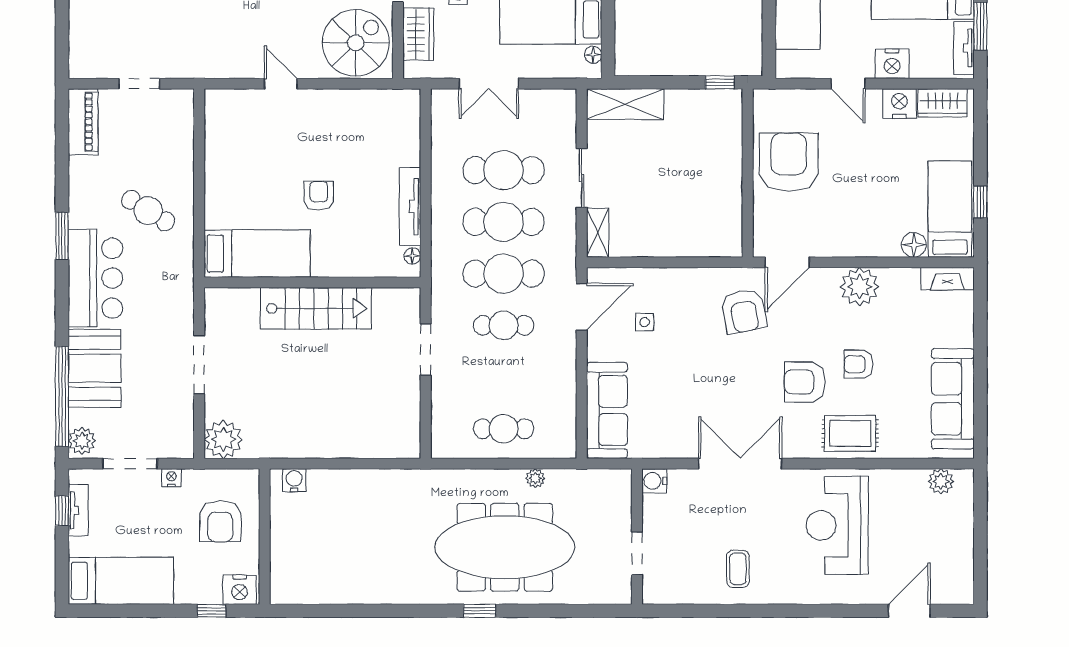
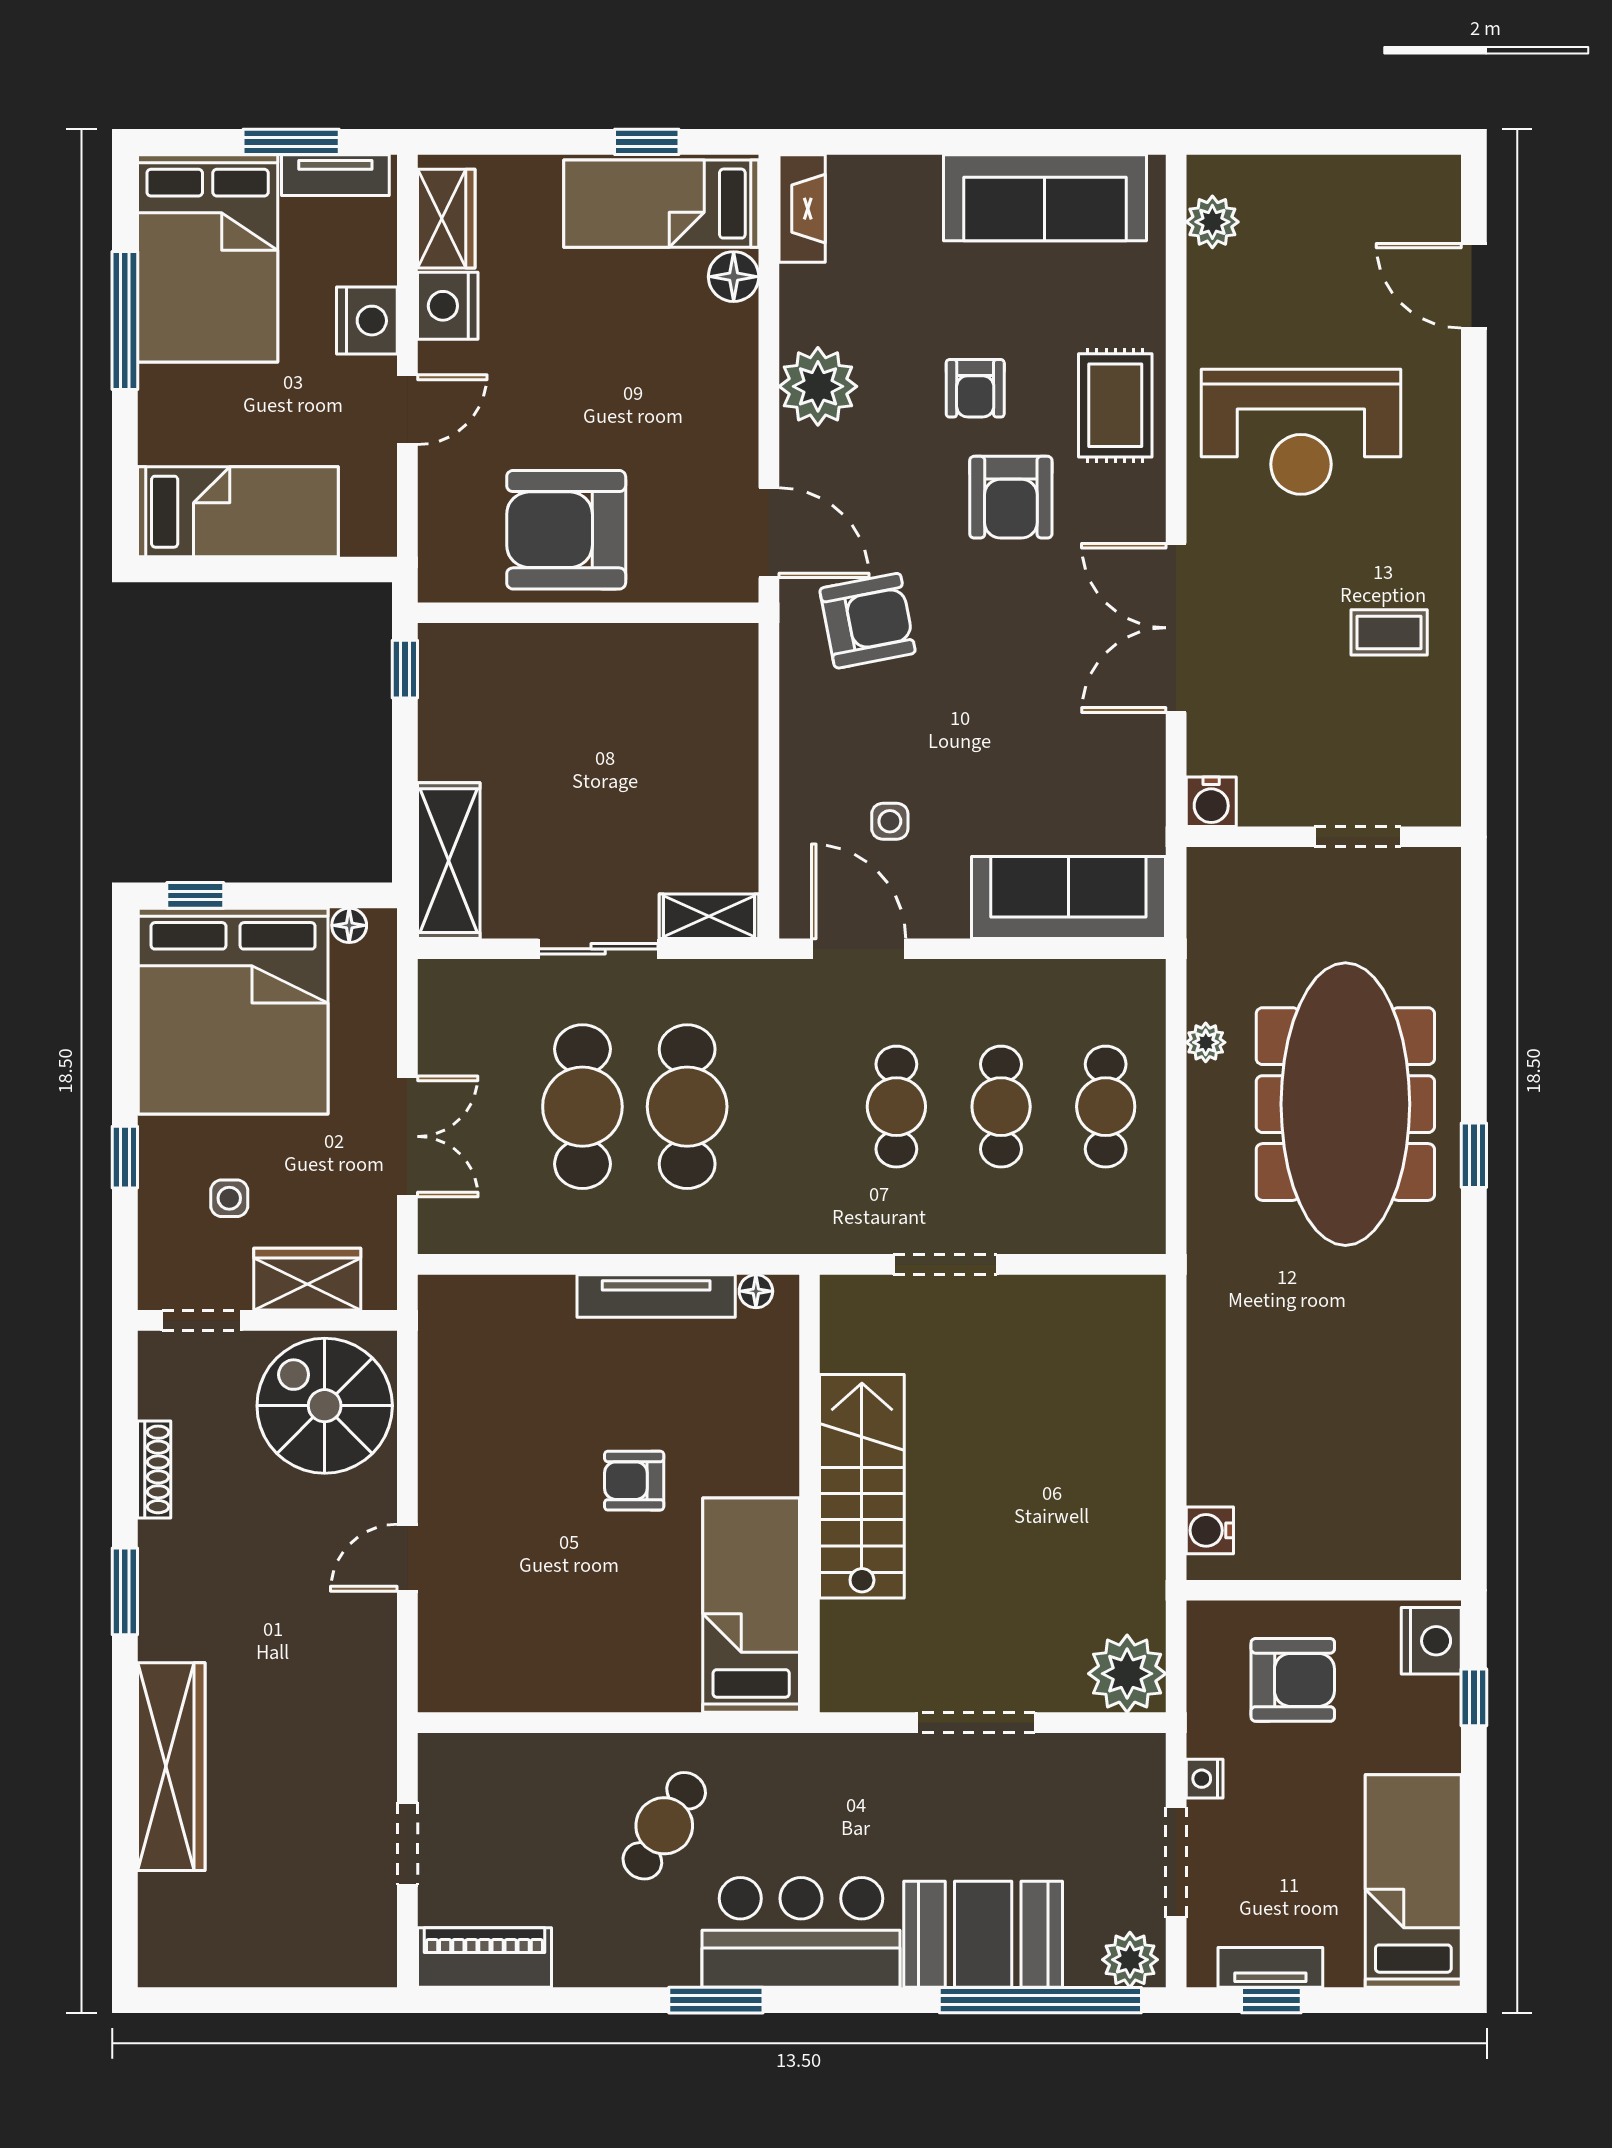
cafe table: (504, 274) -> (1001, 1107), moved, width x0.73, depth x0.74

